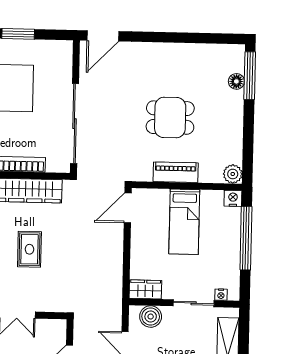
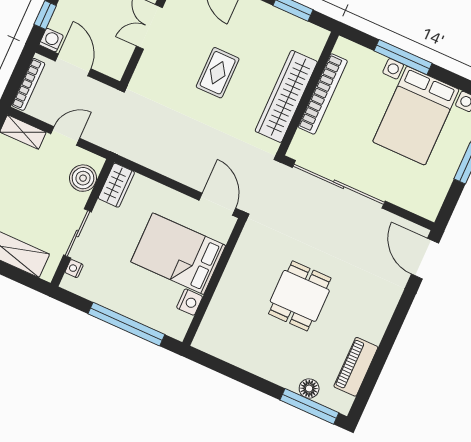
piano: (176, 172) -> (356, 367), moved, turned 180
plant: (233, 174) -> (206, 340), removed
nightstand: (233, 198) -> (190, 302), moved
bed: (184, 222) -> (178, 254), width x1.50
rug: (29, 249) -> (218, 73), turned 90

